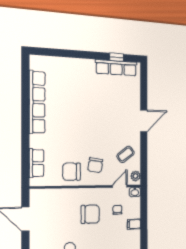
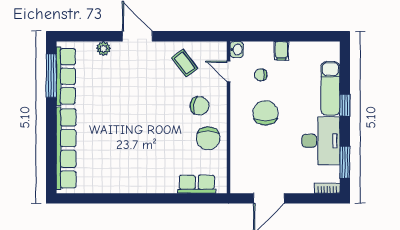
window: (117, 57) -> (51, 76), width x2.17
row of seats: (37, 102) -> (66, 148), moved, turned 90
plant: (136, 176) -> (103, 48), moved

